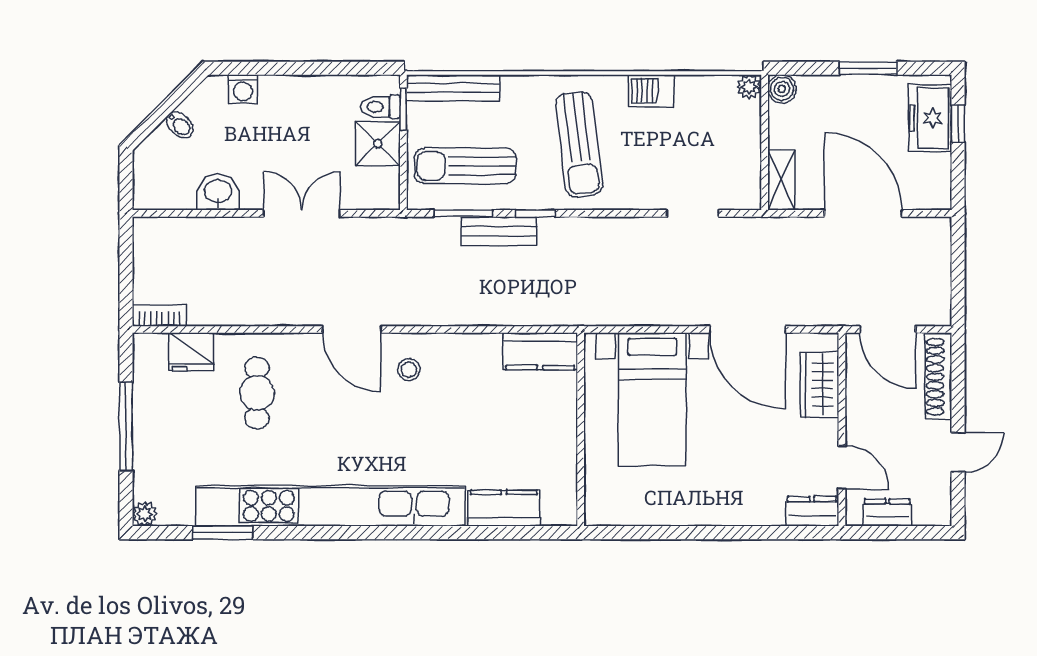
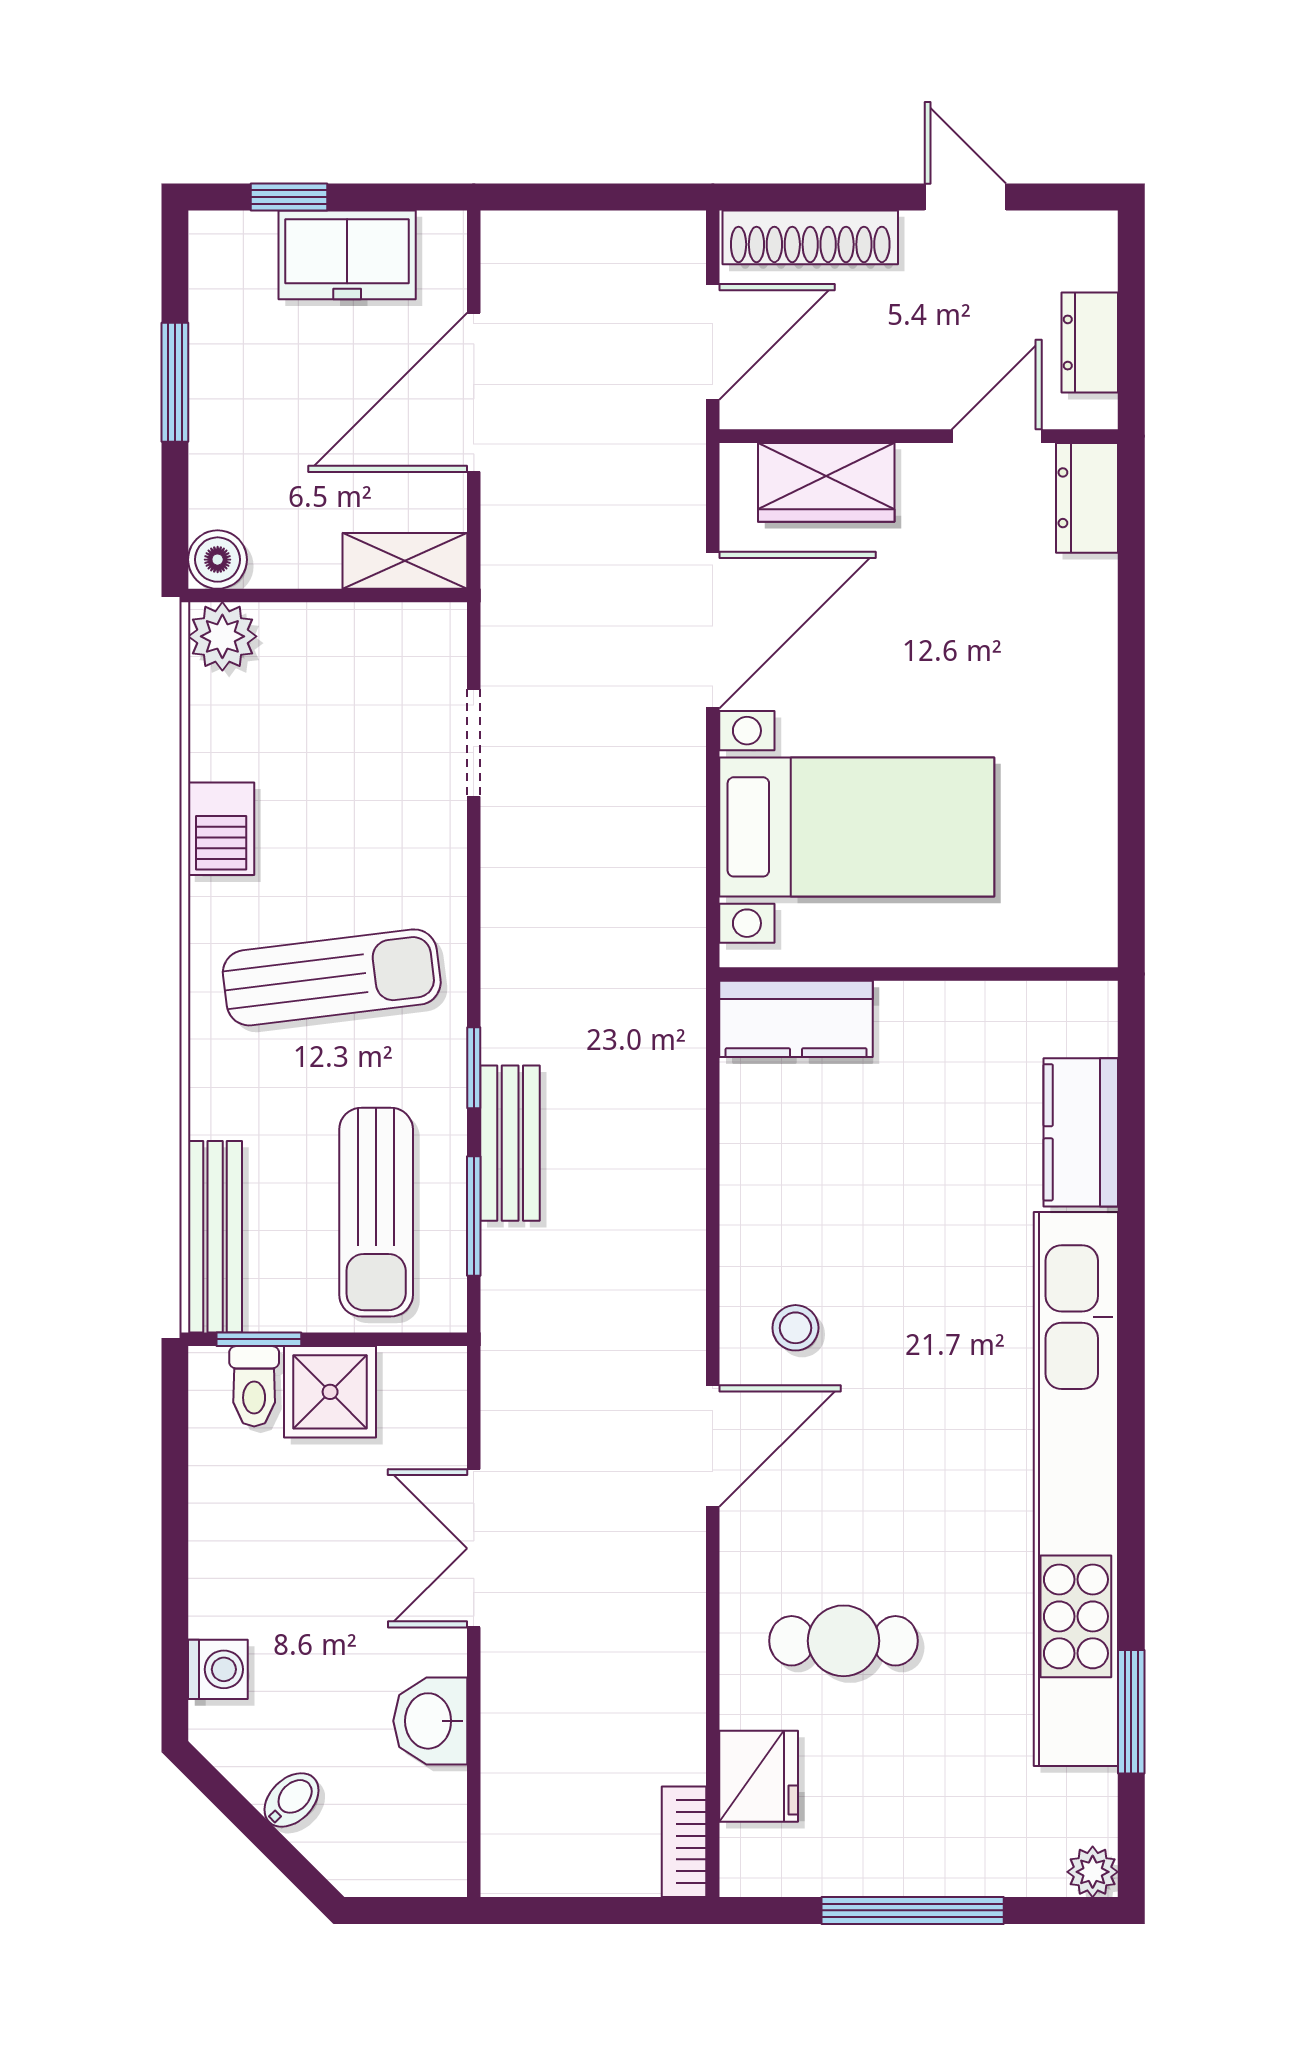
plant: (749, 87) -> (222, 636), width x1.38, depth x1.38
freezer: (930, 118) -> (347, 255), moved
kitchen counter: (540, 351) -> (796, 1019), moved, turned 90

